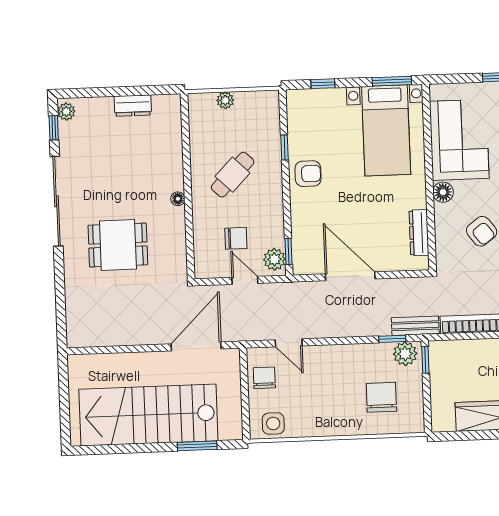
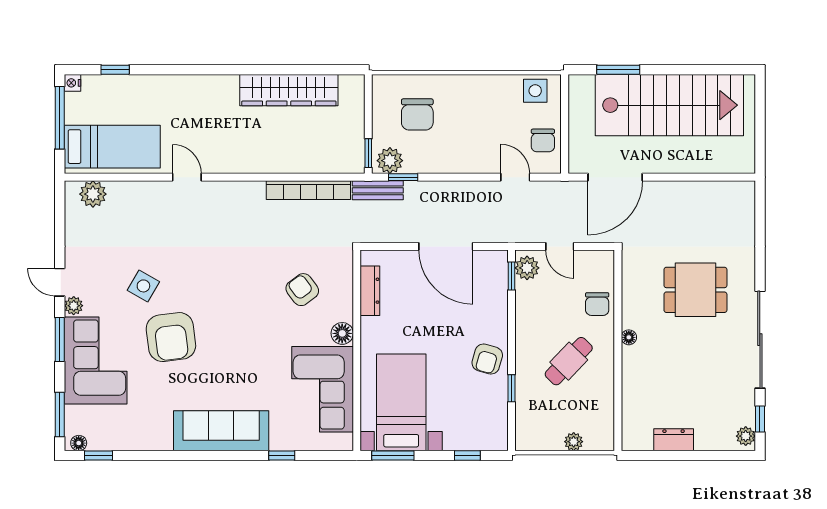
armchair: (308, 174) -> (487, 359), turned -74
chair: (236, 238) -> (597, 304), moved, turned -90

